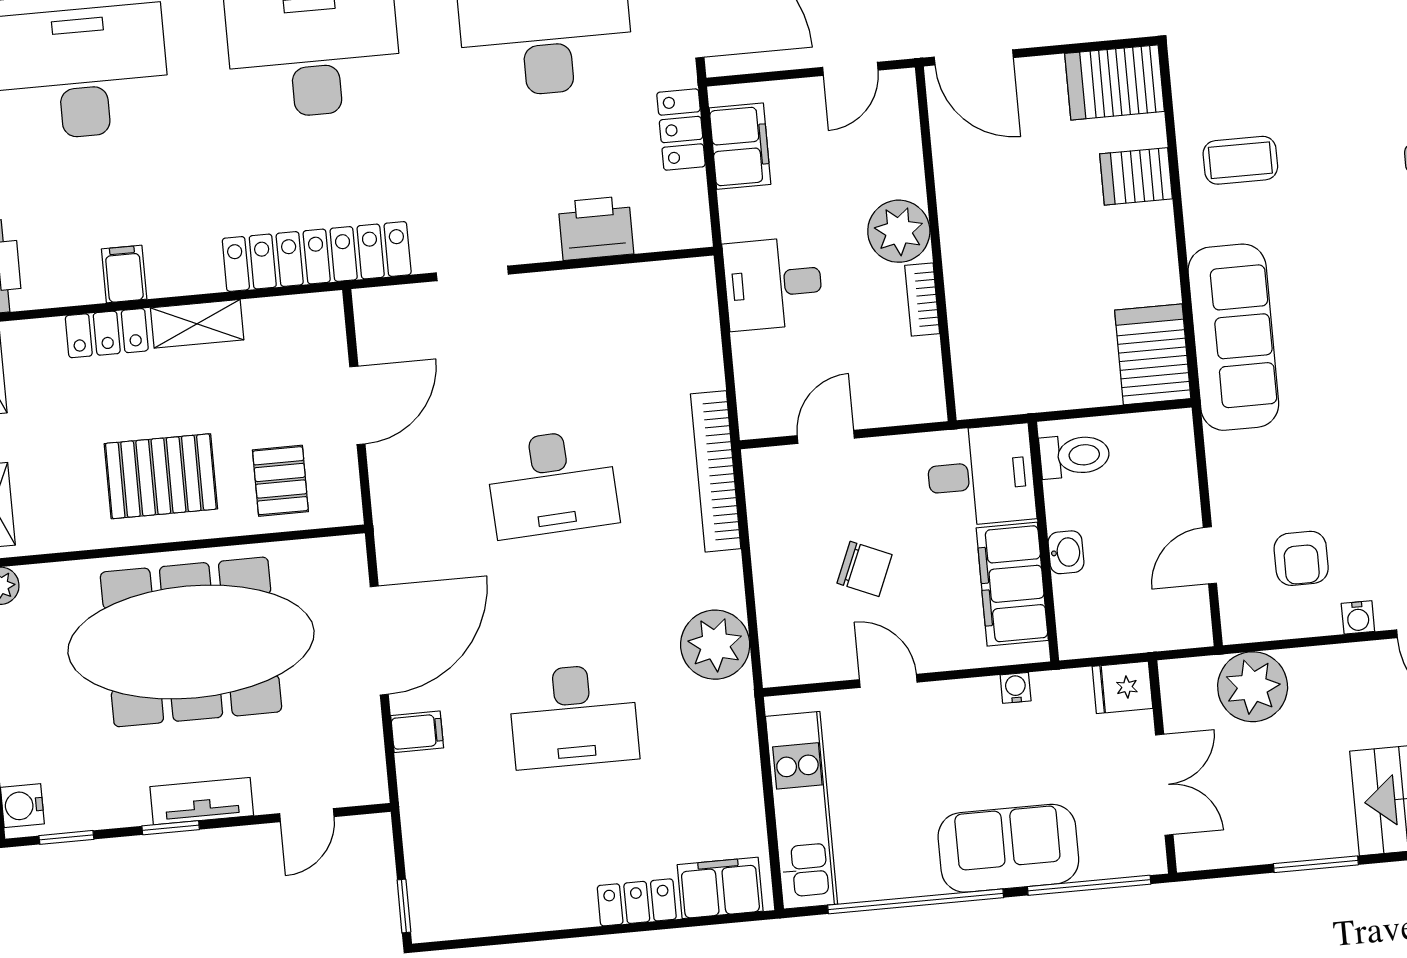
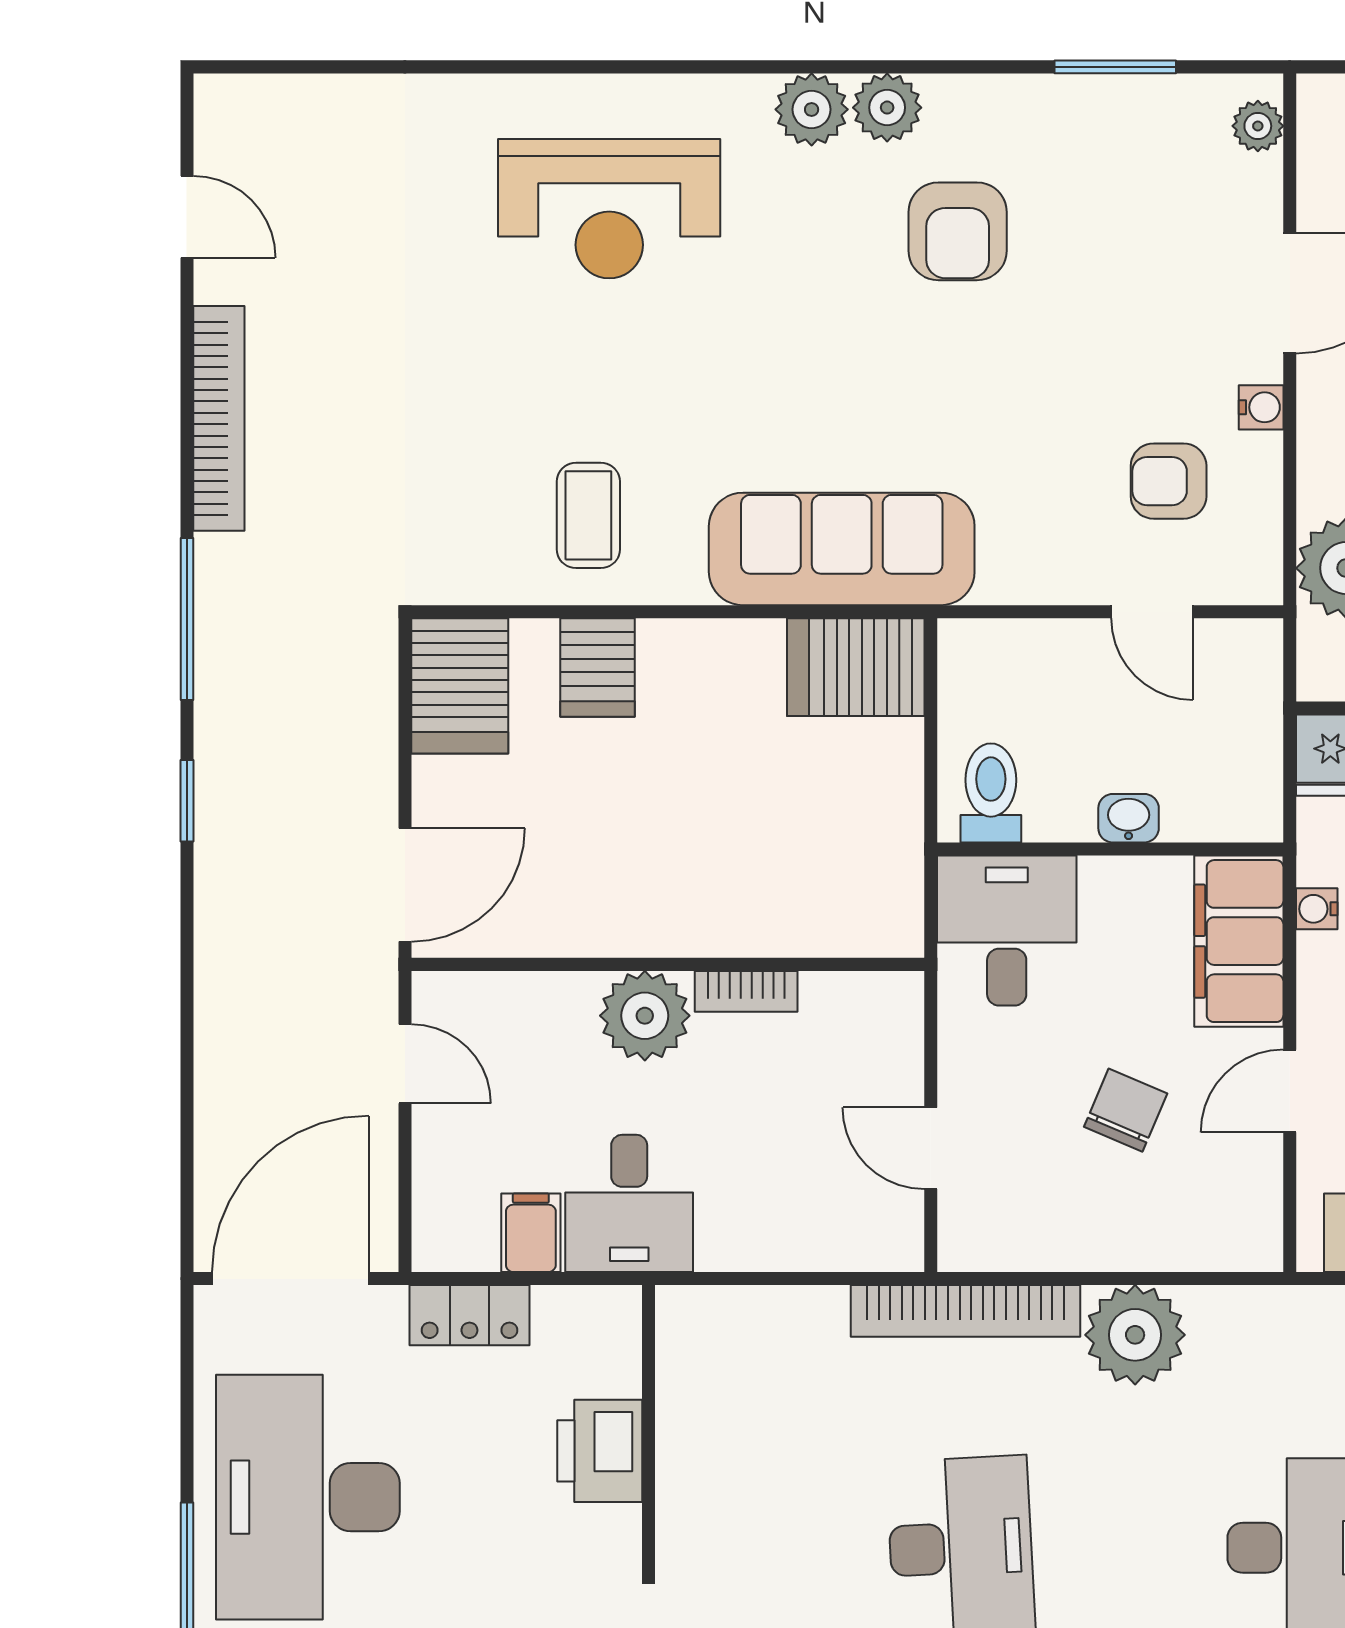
filing cabinet: (740, 146) -> (531, 1233), width x0.50
desk: (773, 284) -> (629, 1203), moved
armchair: (1301, 558) -> (1169, 481), turned 180
filing cabinet: (1012, 584) -> (1239, 941), moved, turned 90
plant: (715, 645) -> (1135, 1335), moved

